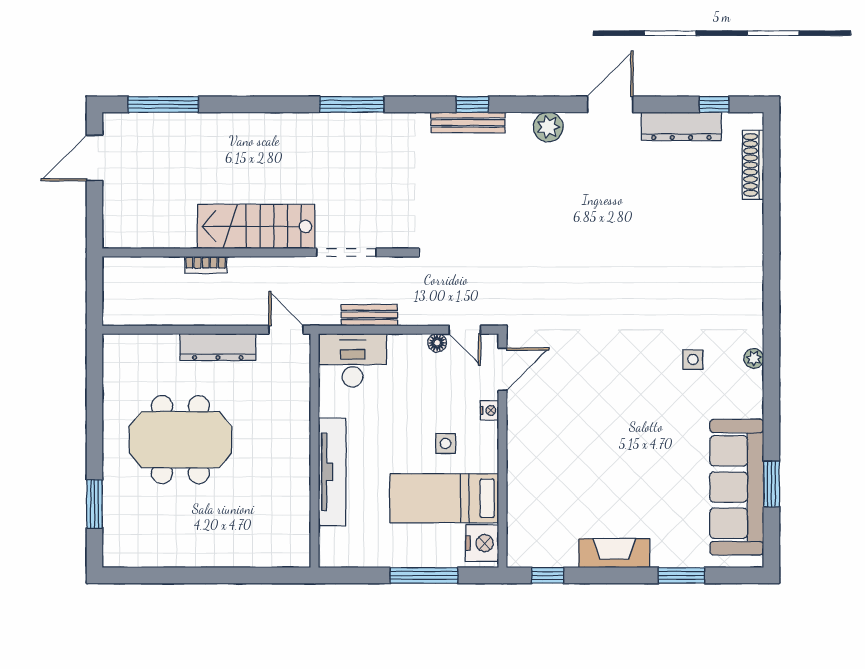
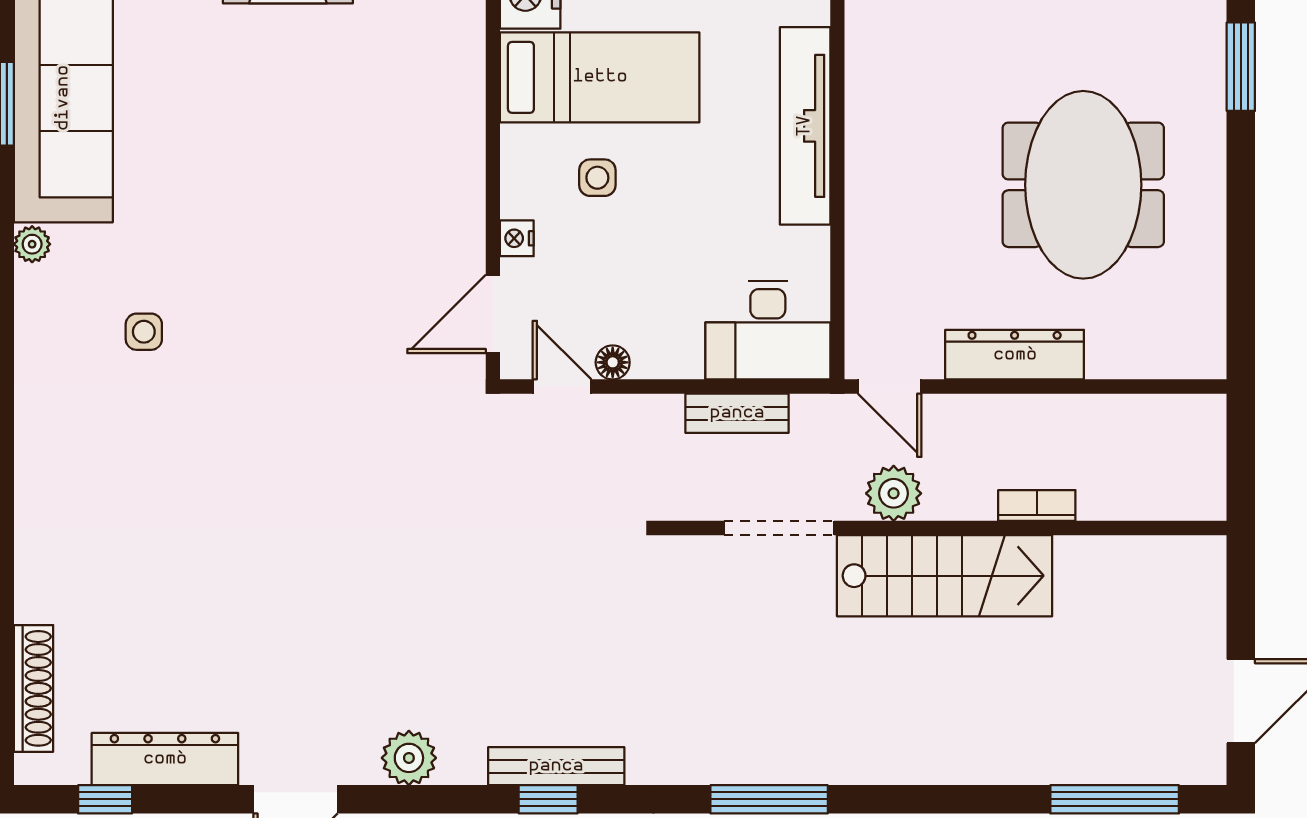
plant: (284, 271) -> (894, 493), added
plant: (754, 358) -> (32, 244), moved
meeting table: (180, 440) -> (1083, 185), turned 90

